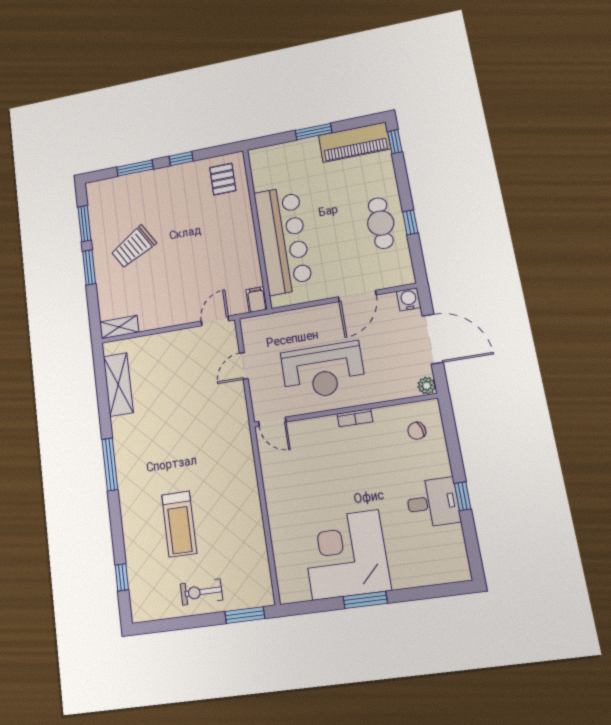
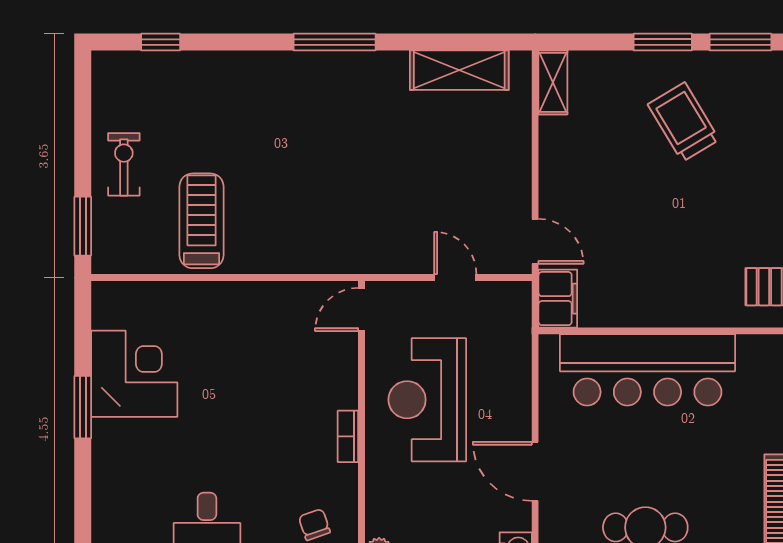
filing cabinet: (257, 300) -> (558, 299), width x2.00
treadmill: (179, 524) -> (202, 221), moved, turned 90
corner desk: (346, 555) -> (134, 374), width x0.74, depth x0.74

